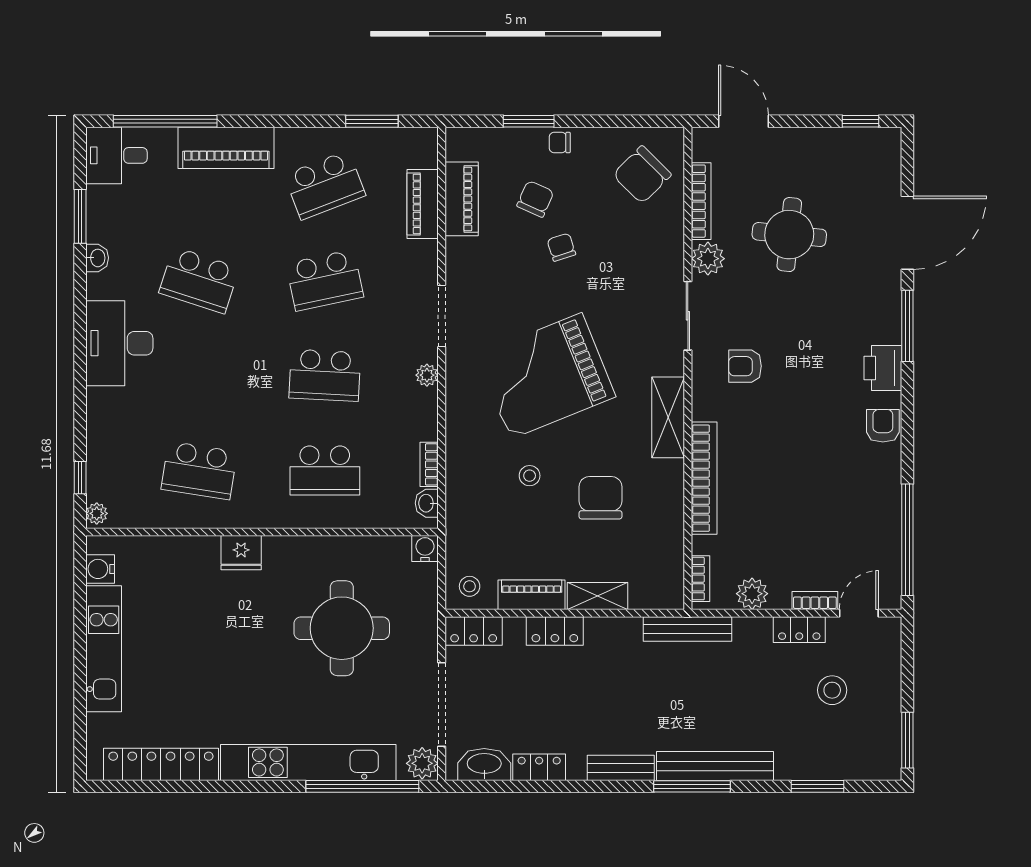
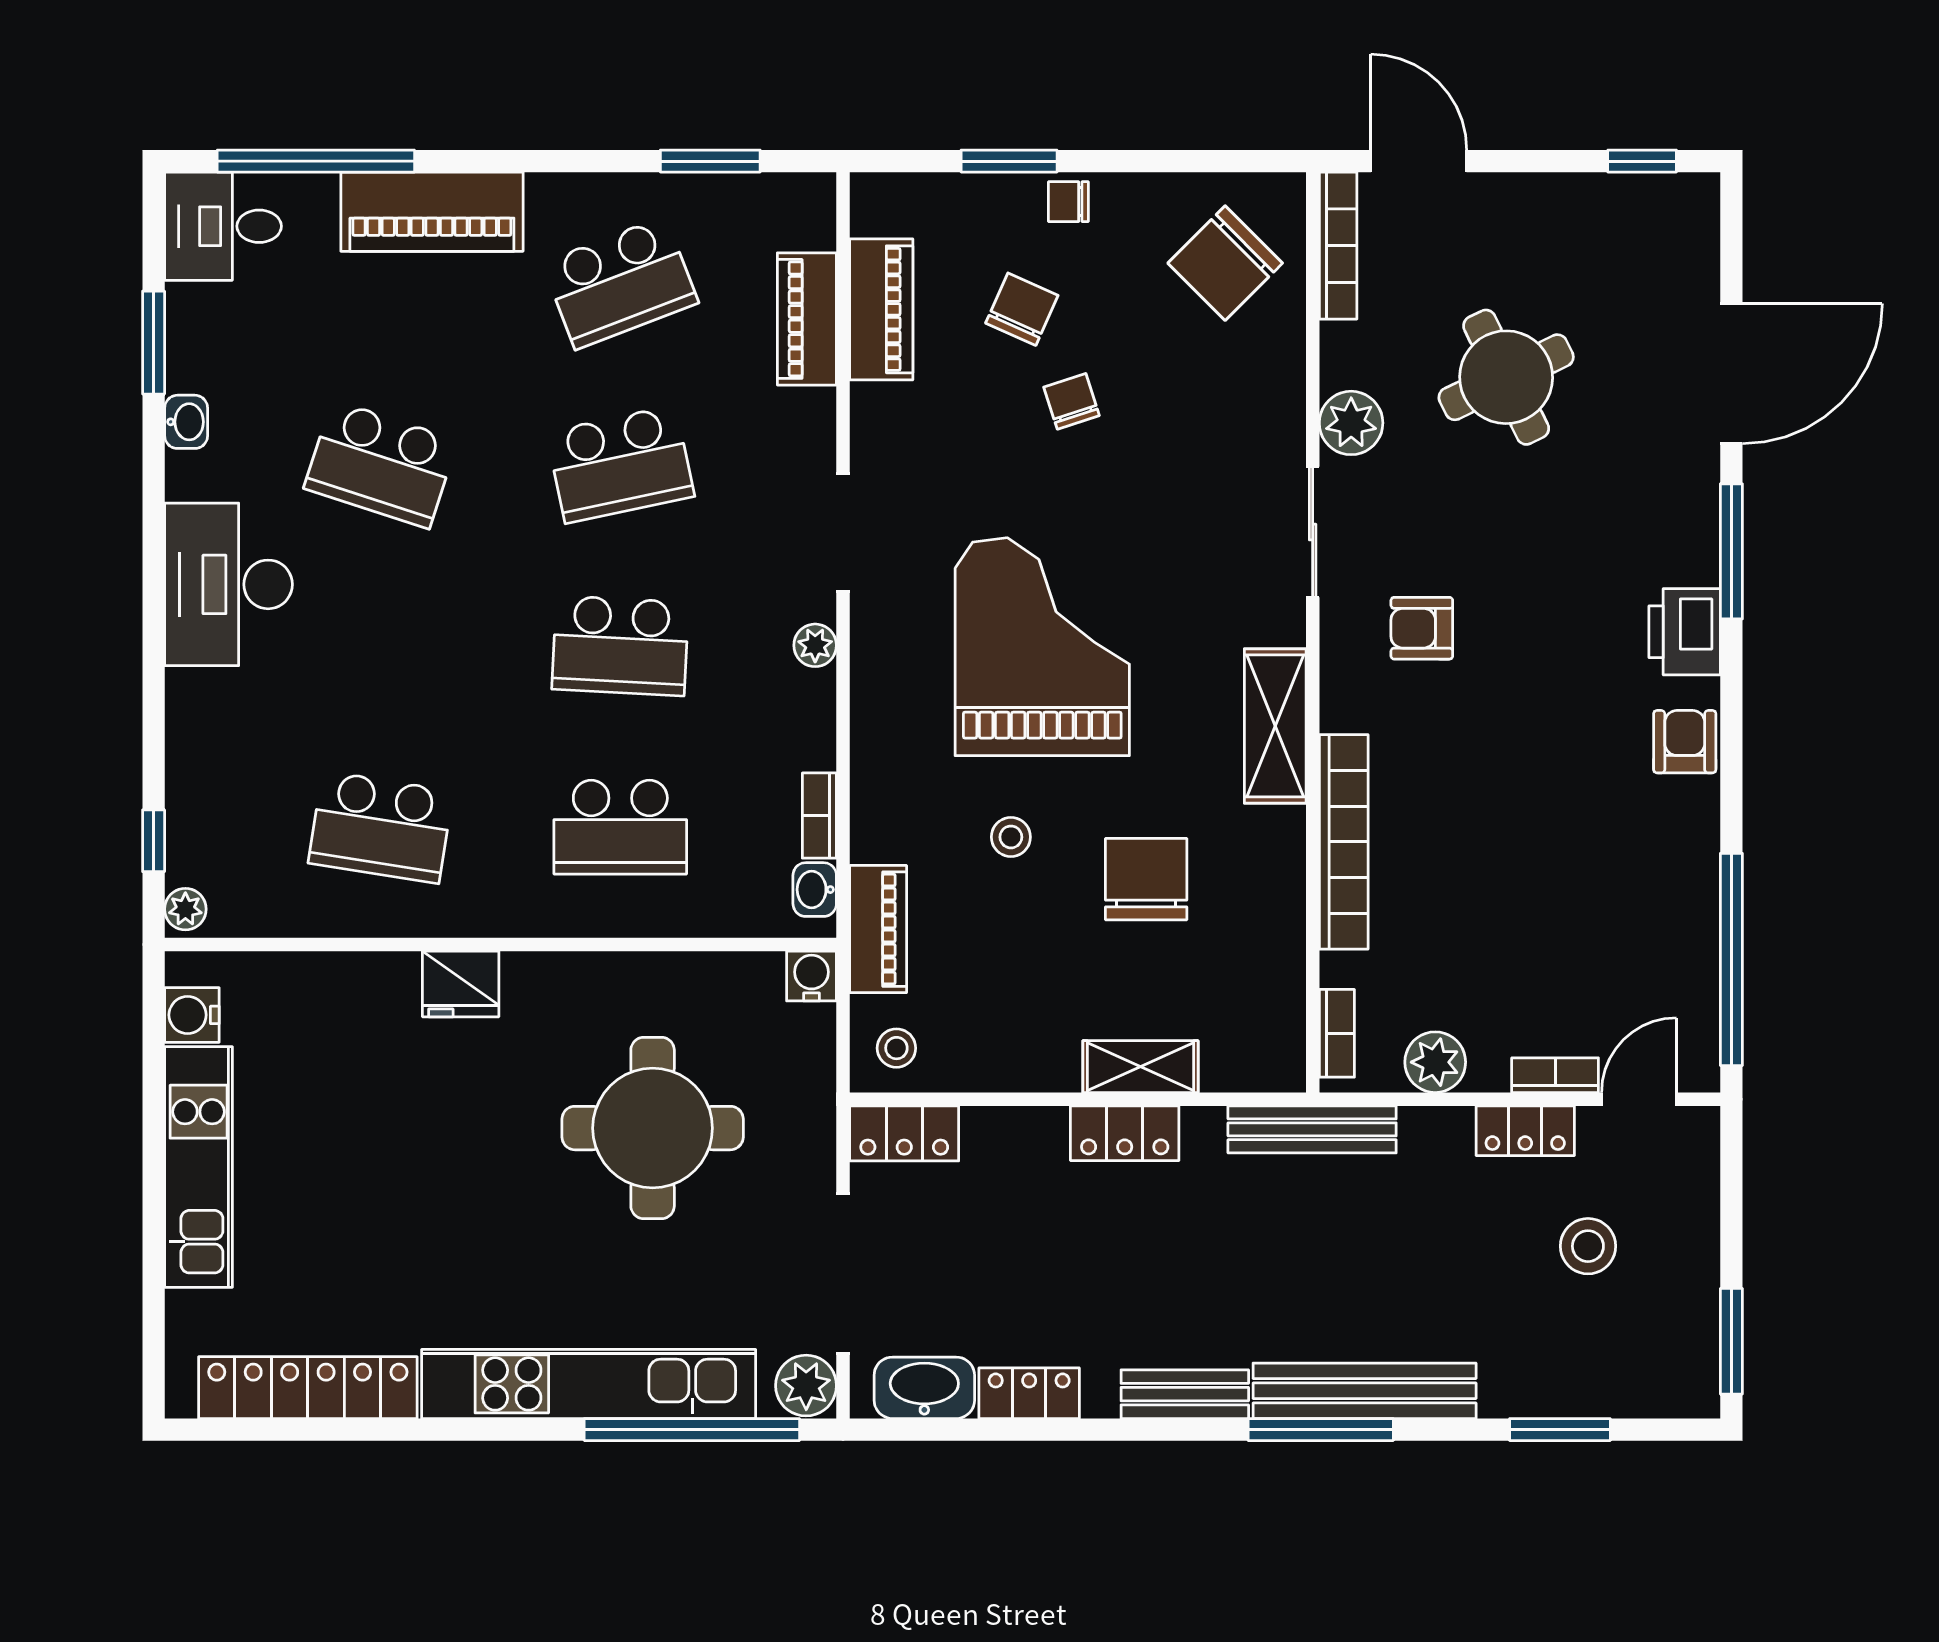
bookcase: (701, 201) -> (1338, 246), moved
round table: (789, 235) -> (1506, 377), turned -32
grand piano: (546, 376) -> (1042, 647), turned 112
piano: (532, 595) -> (878, 929), moved, turned 90
locker: (555, 631) -> (1125, 1133), moved

